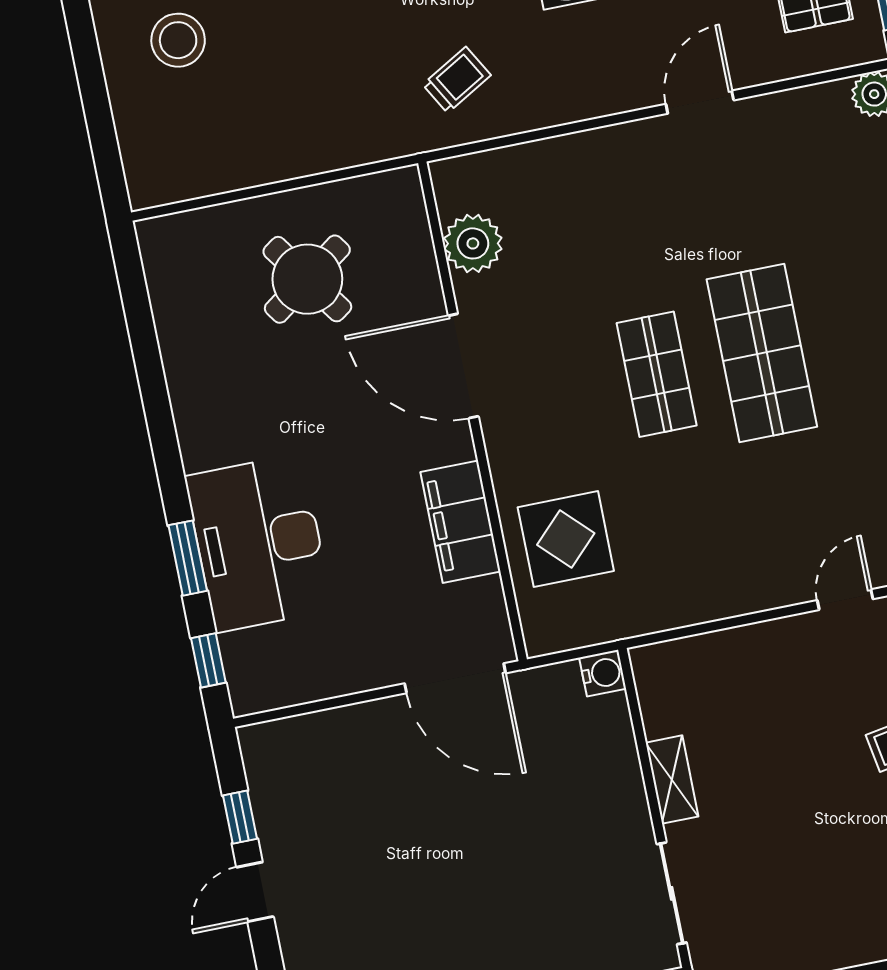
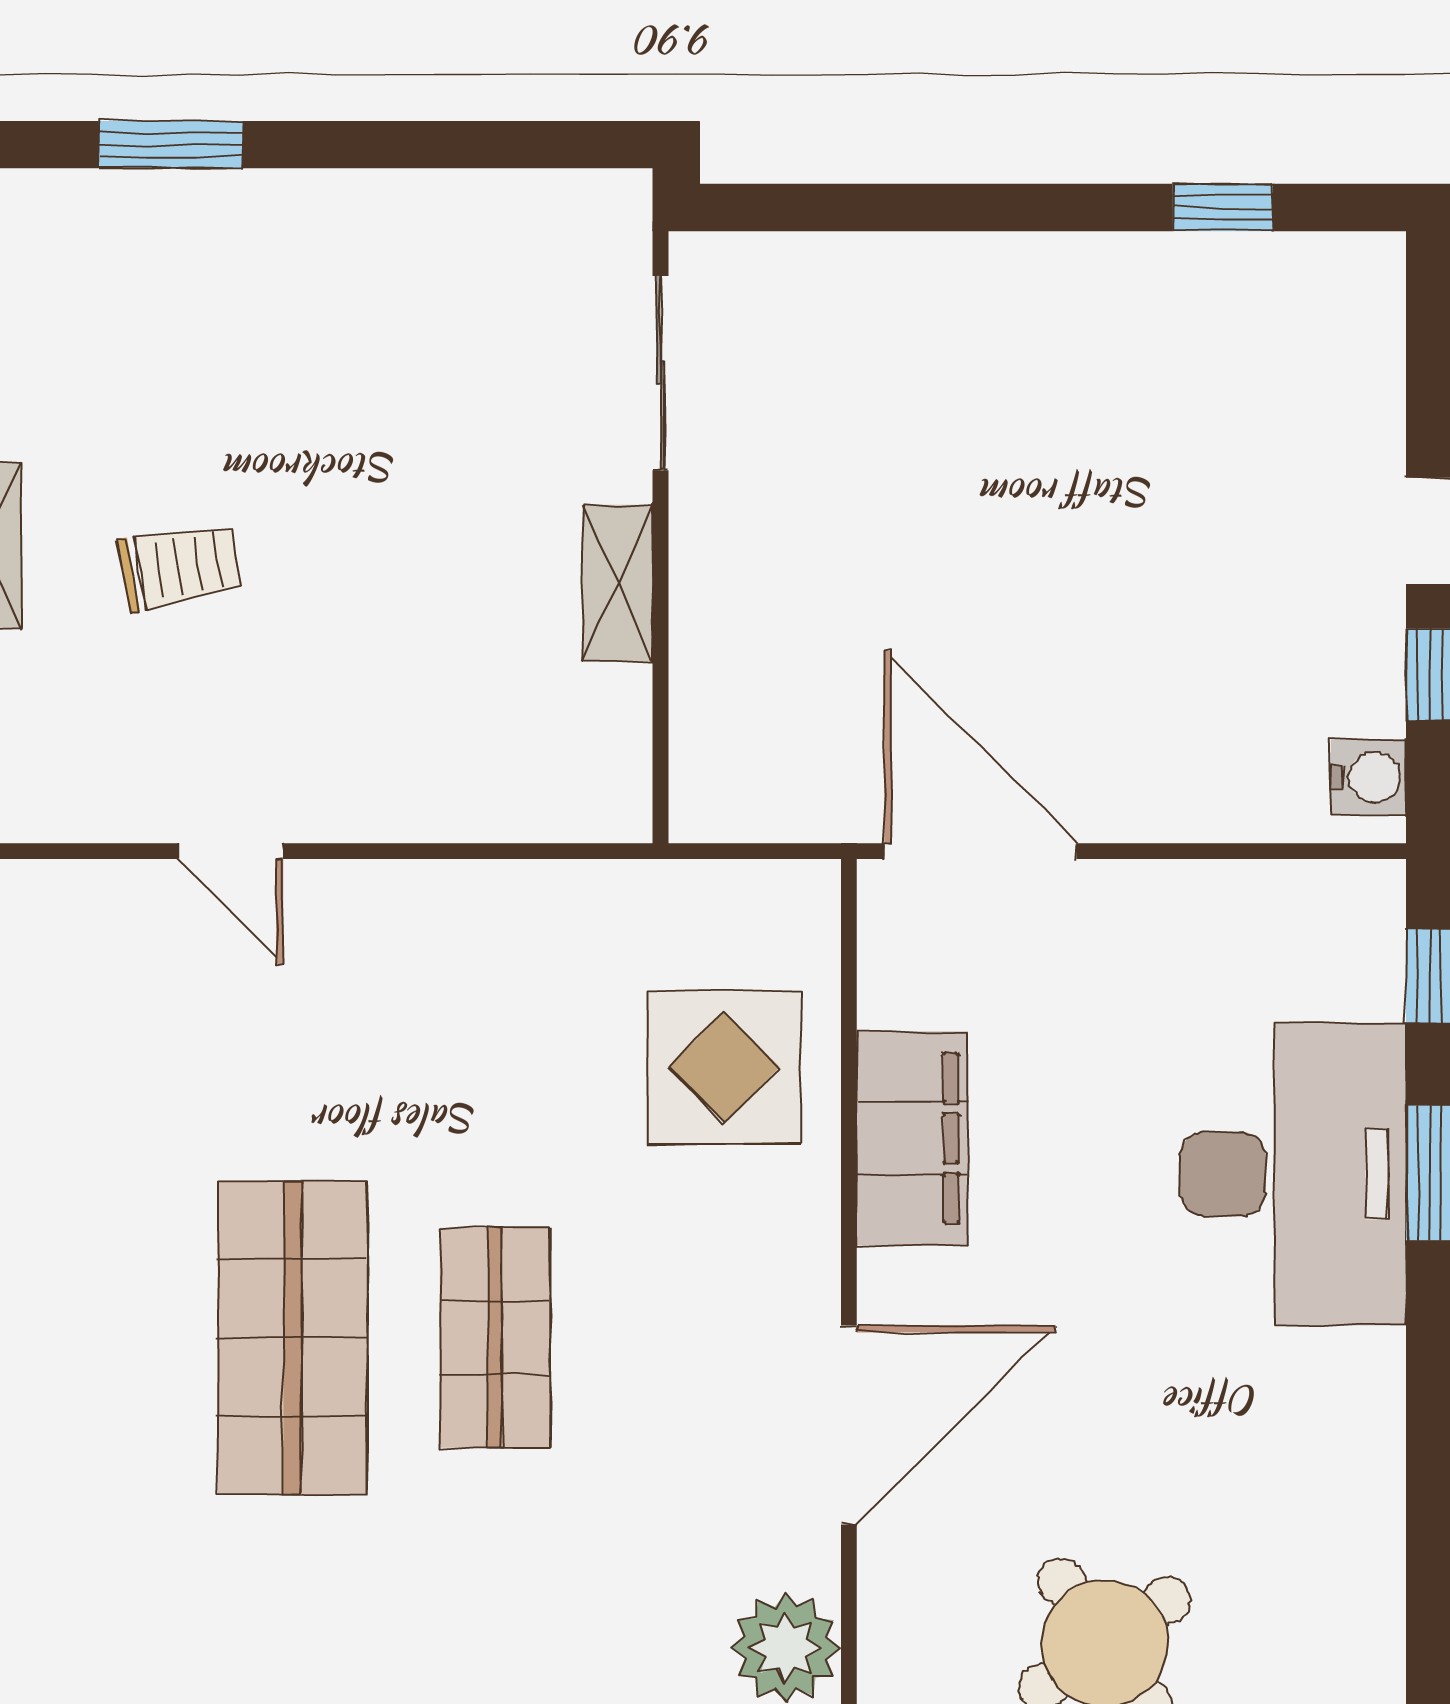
door: (463, 366) -> (849, 1425), hinge flipped
door: (845, 600) -> (231, 851), hinge flipped
water cooler: (603, 673) -> (1369, 777), moved, turned 180

